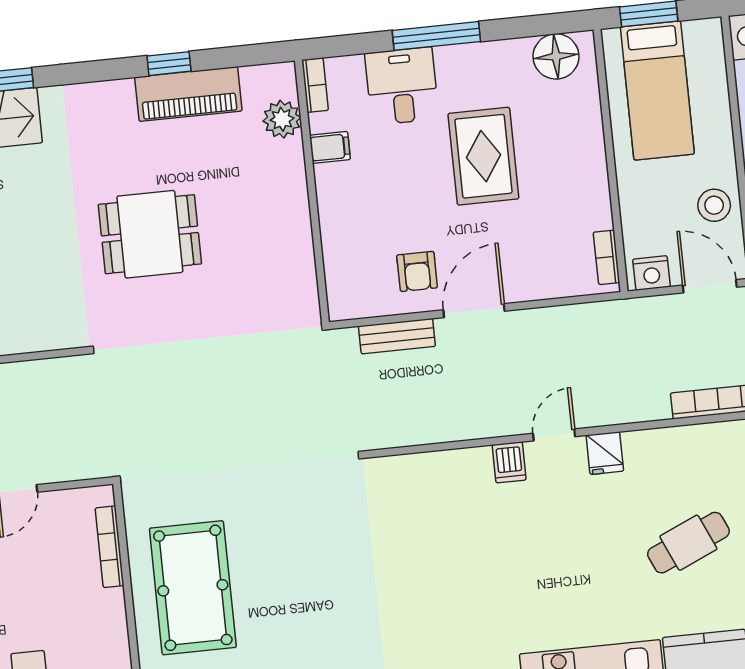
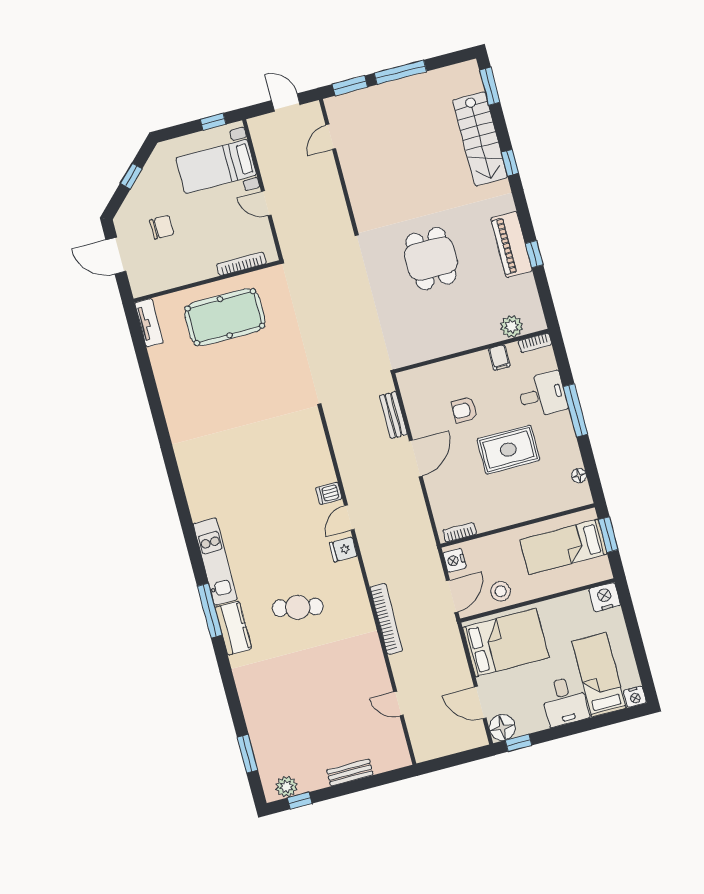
floor lamp: (556, 56) -> (579, 476), width x0.53, depth x0.53
piano: (188, 94) -> (511, 245), moved
armchair: (417, 271) -> (465, 410), moved
door: (474, 311) -> (416, 458), hinge flipped
door: (554, 435) -> (349, 518), swing flipped
cafe table: (688, 543) -> (298, 607), turned -54

